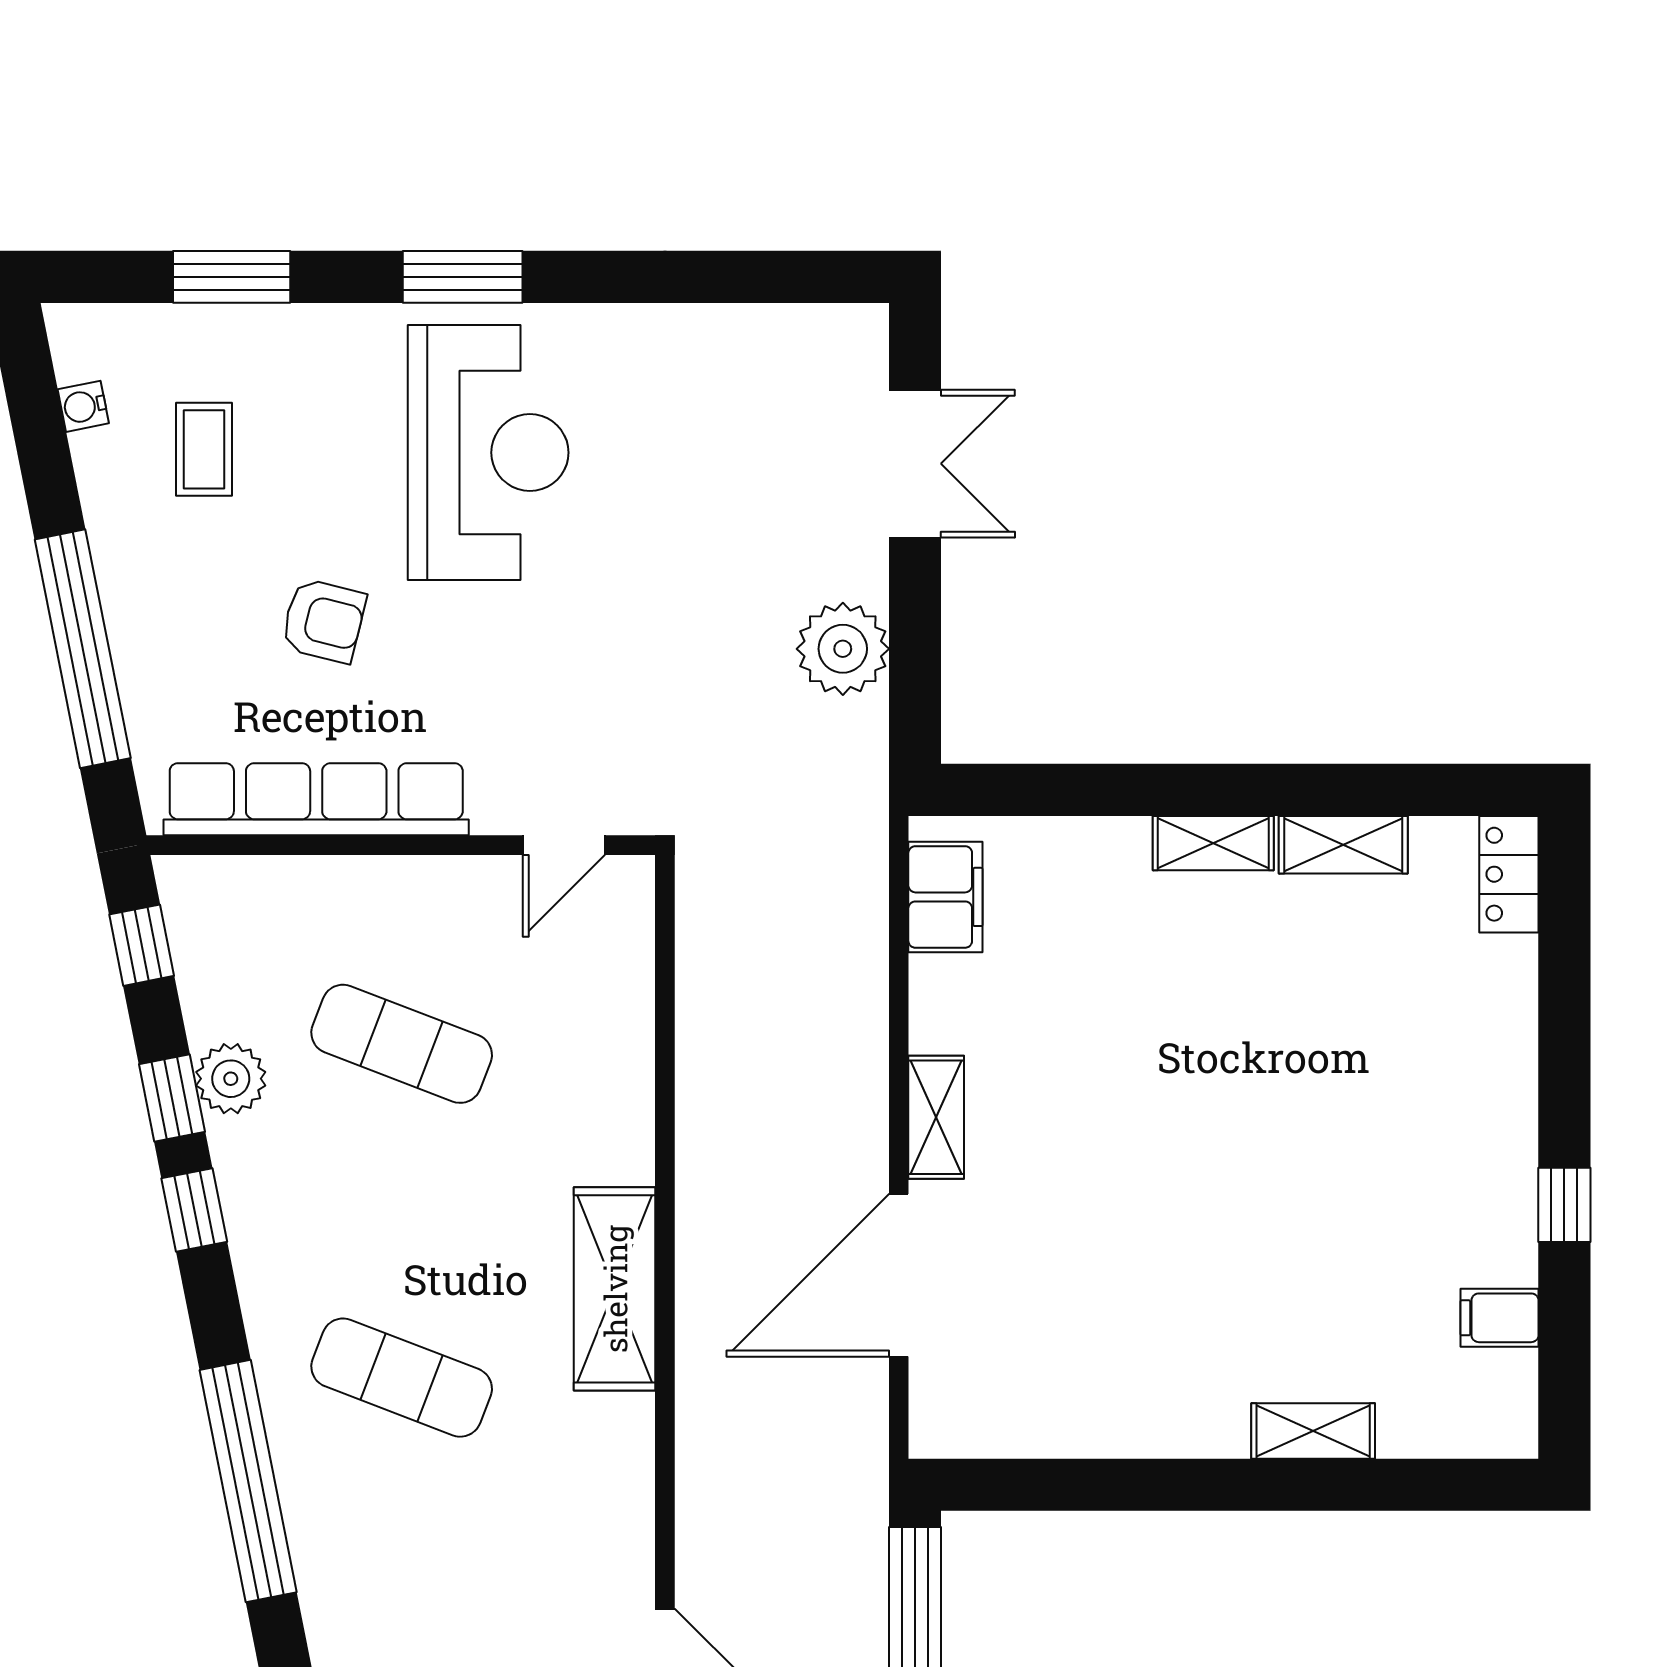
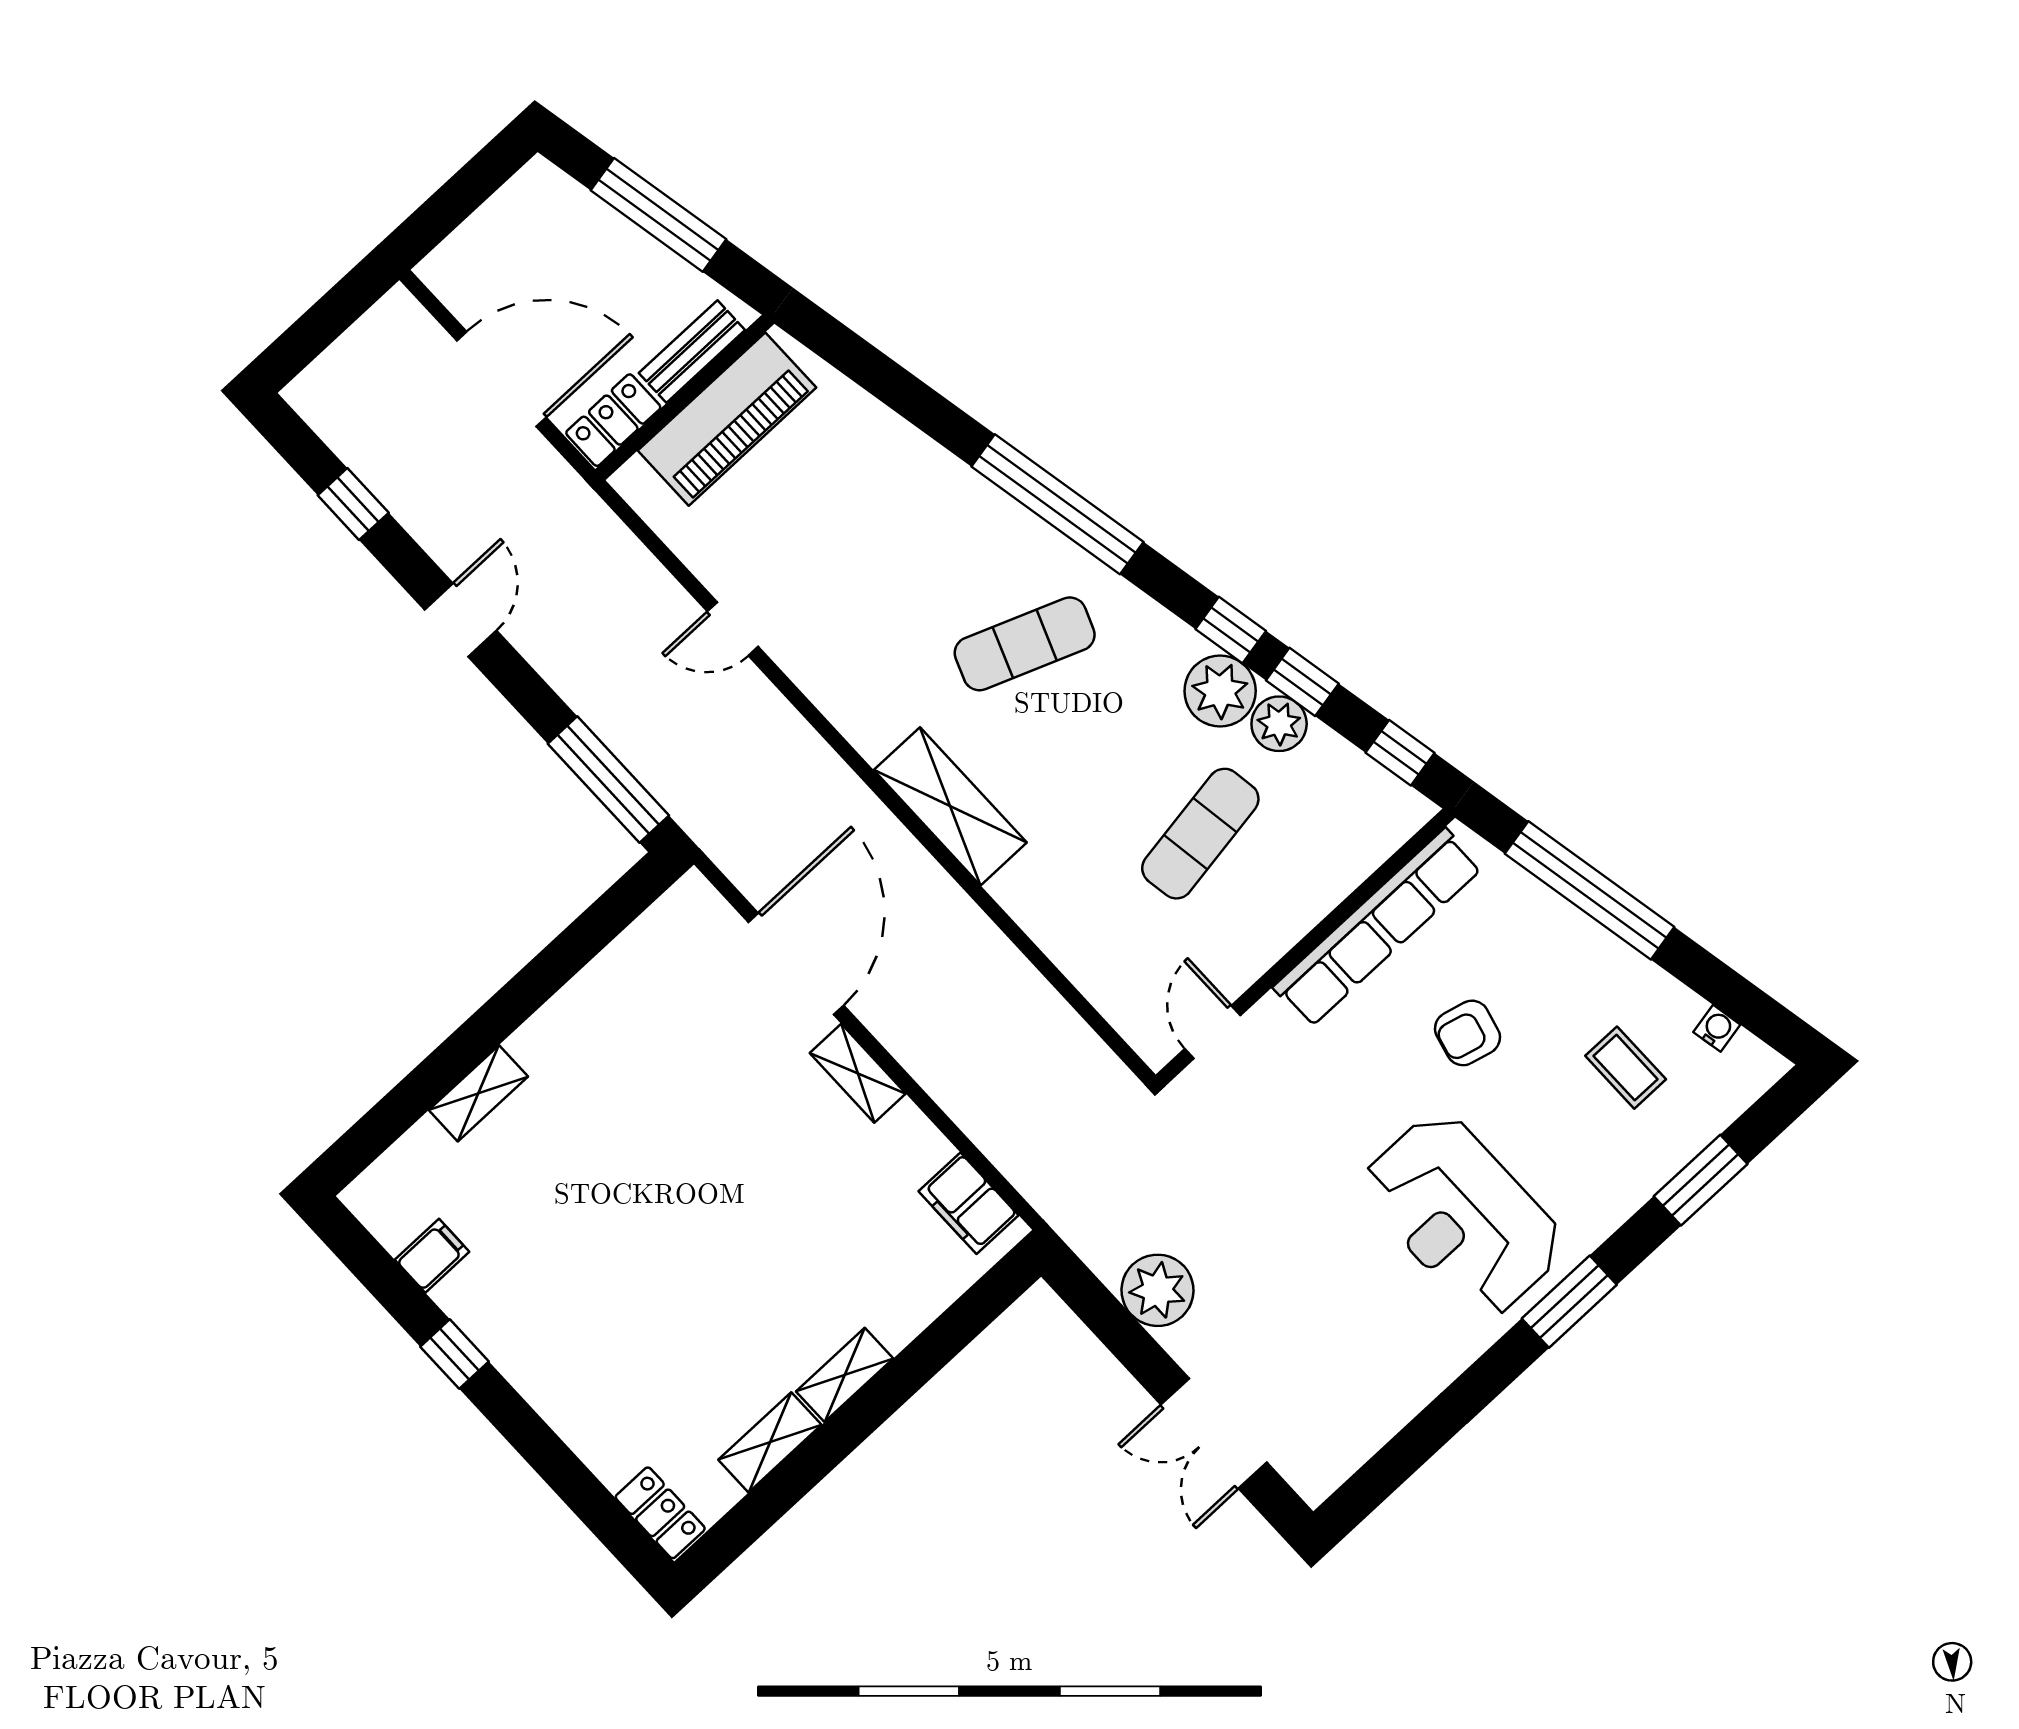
exercise mat: (402, 1044) -> (1200, 834), turned -30
plant: (258, 1161) -> (1220, 691), added

